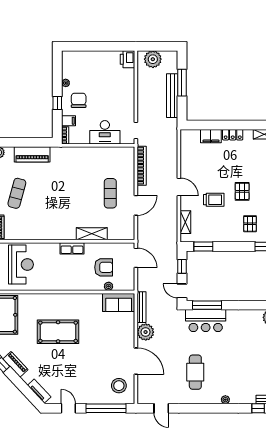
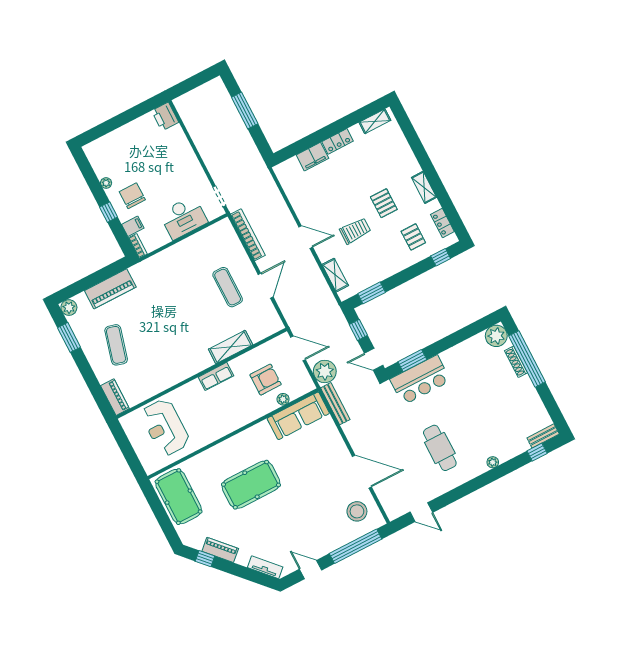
plant: (153, 59) -> (195, 101), removed
bench: (172, 96) -> (241, 132), removed
reception desk: (21, 265) -> (165, 427), turned 180
sofa: (119, 302) -> (298, 416), width x1.36
window: (207, 305) -> (412, 361), width x0.69
plant: (146, 332) -> (325, 371), moved

